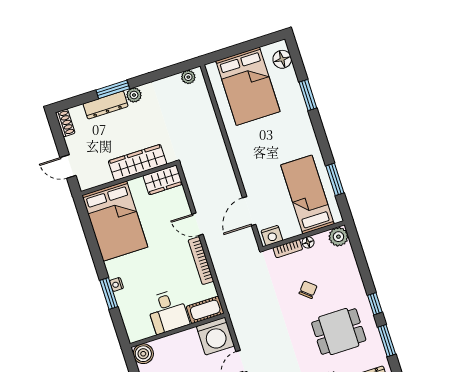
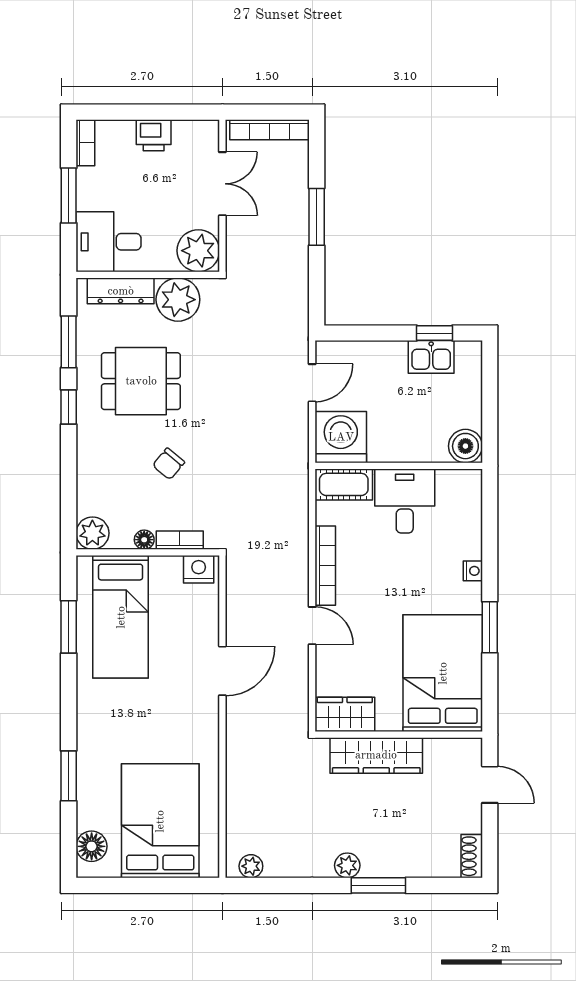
dresser: (106, 105) -> (398, 864), removed
door: (249, 211) -> (222, 671), moved
window: (109, 293) -> (490, 627), moved

